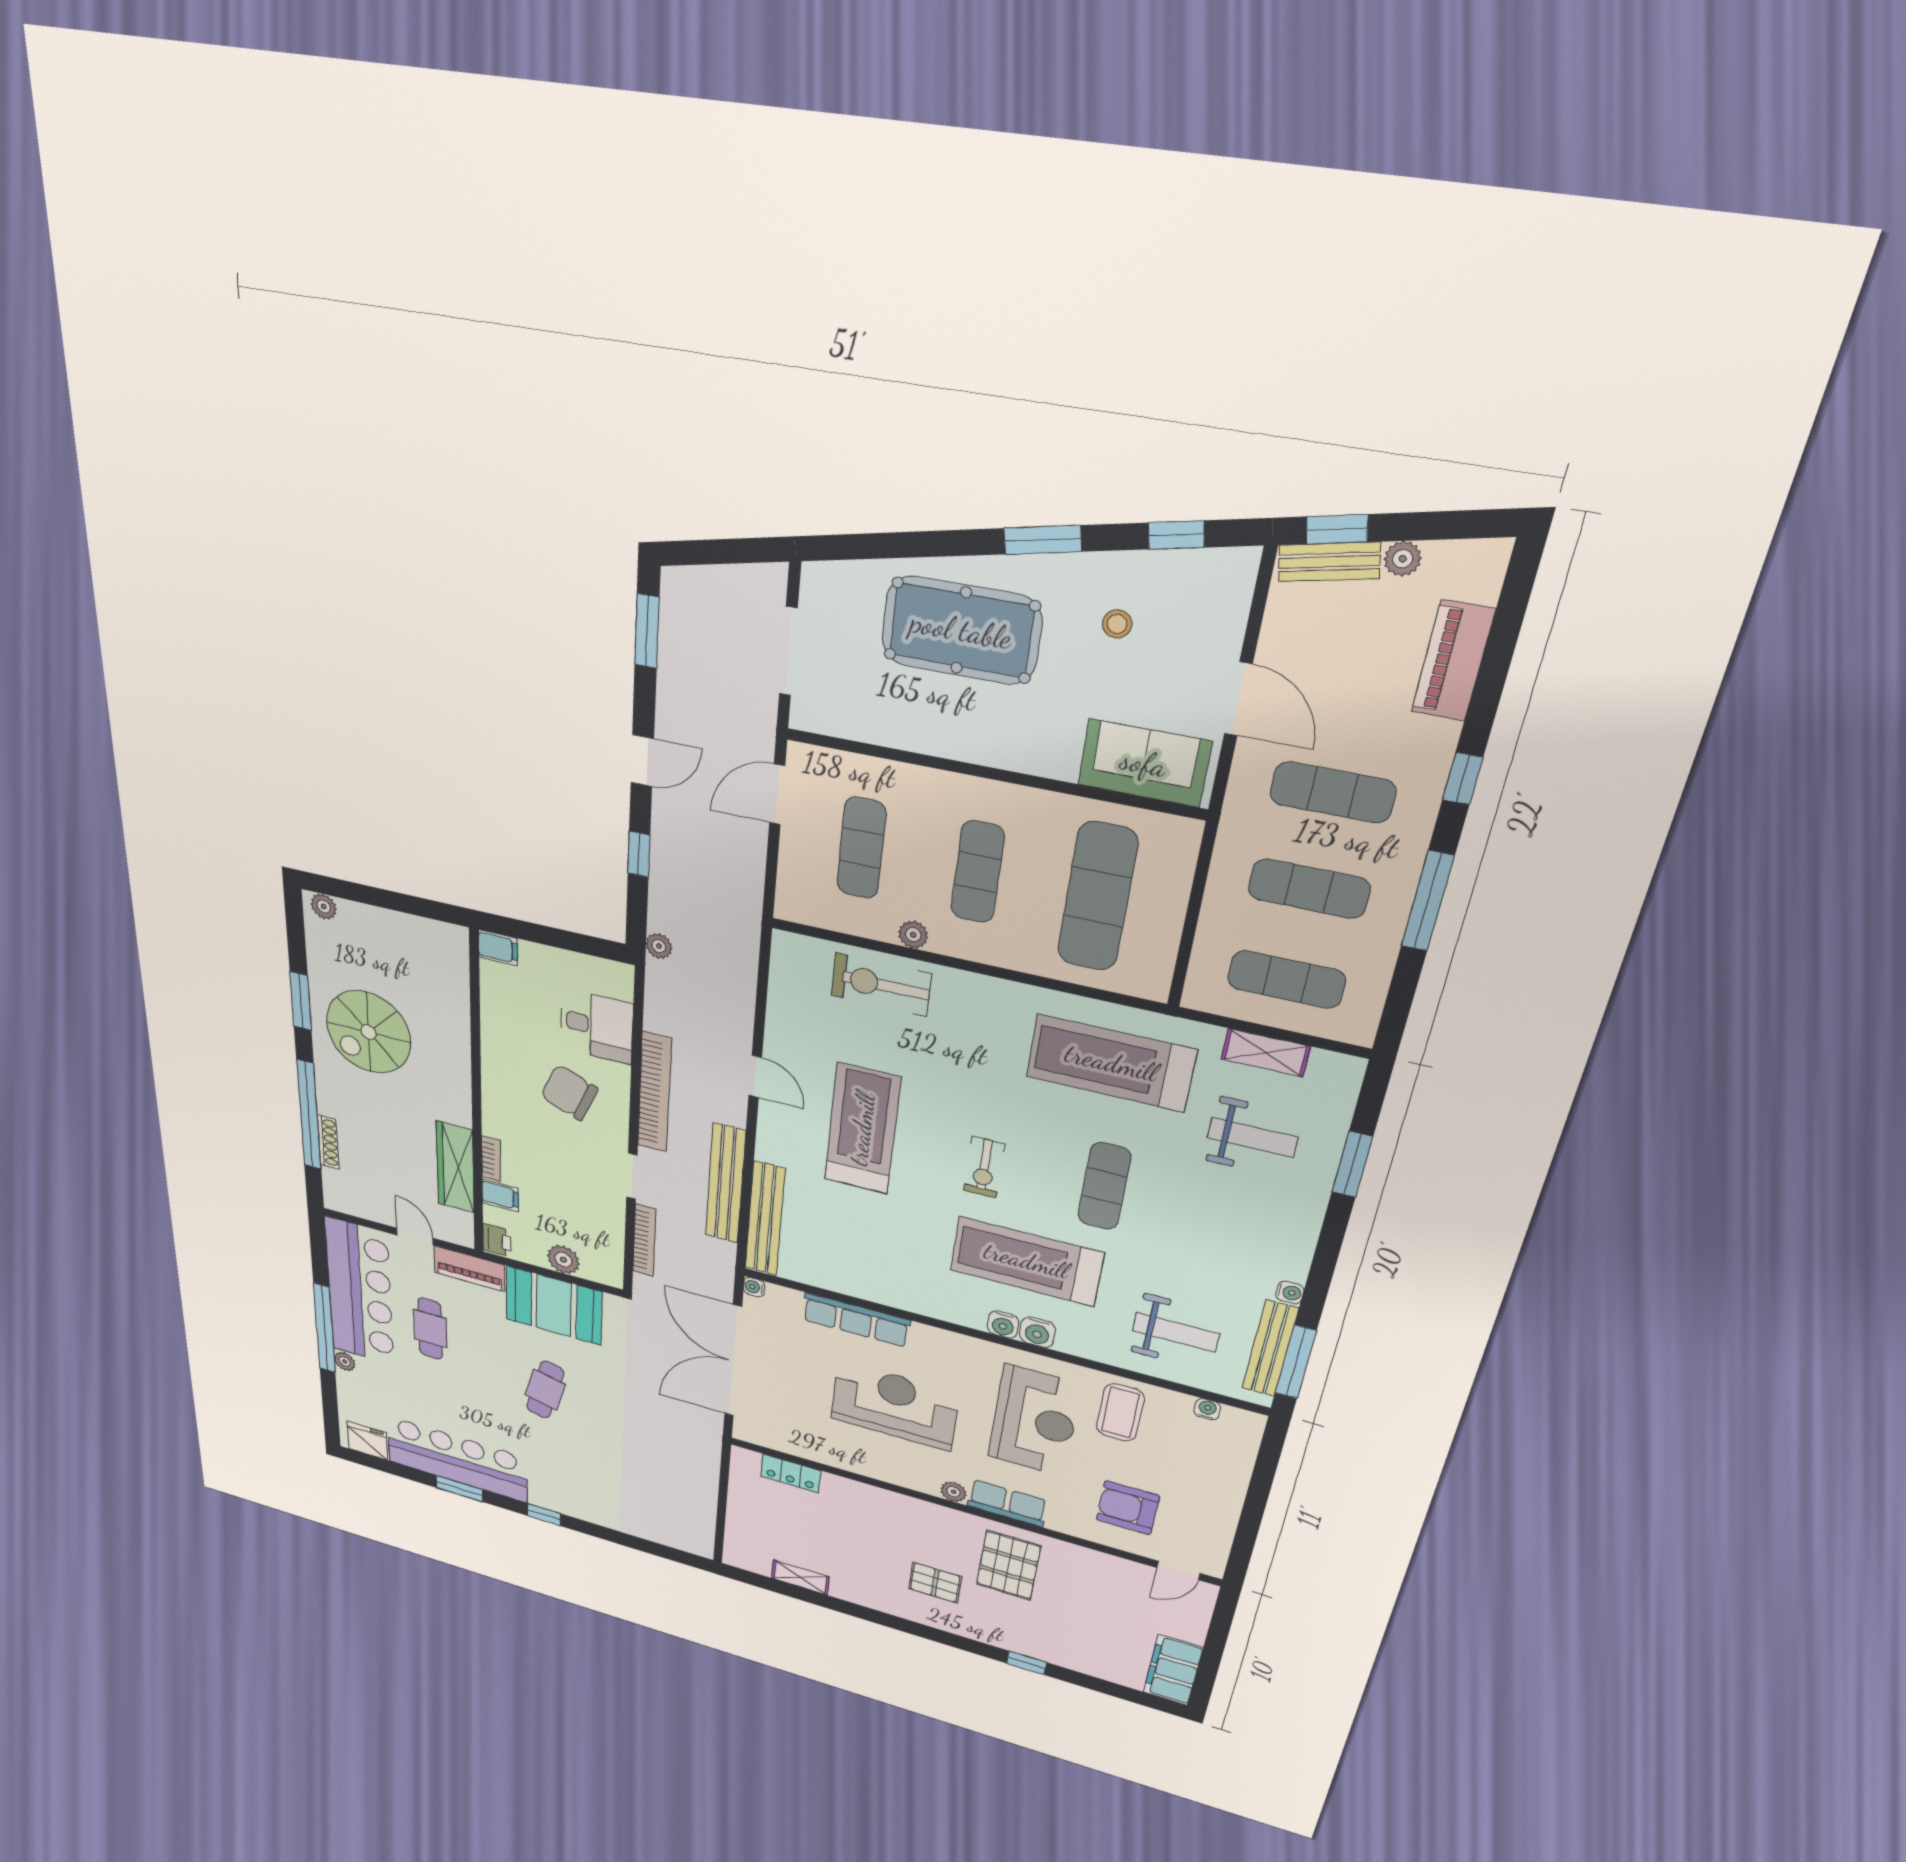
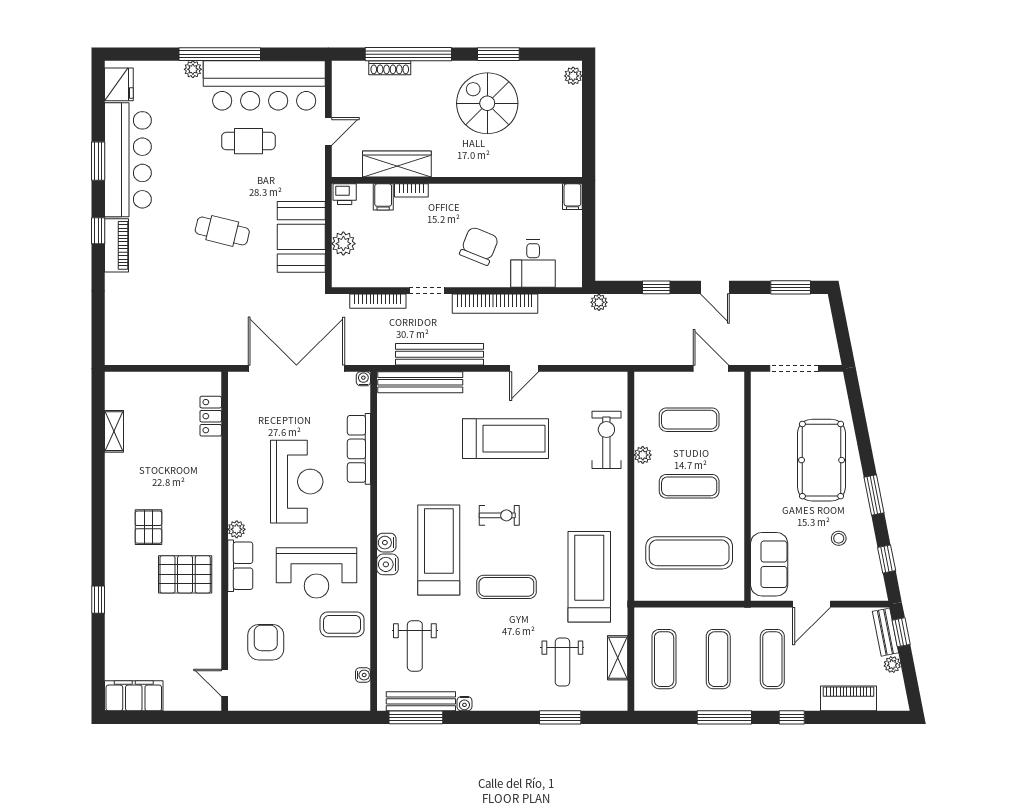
exercise bike: (984, 1167) -> (499, 515), turned 180
piano: (469, 1269) -> (117, 245), moved, turned 180

